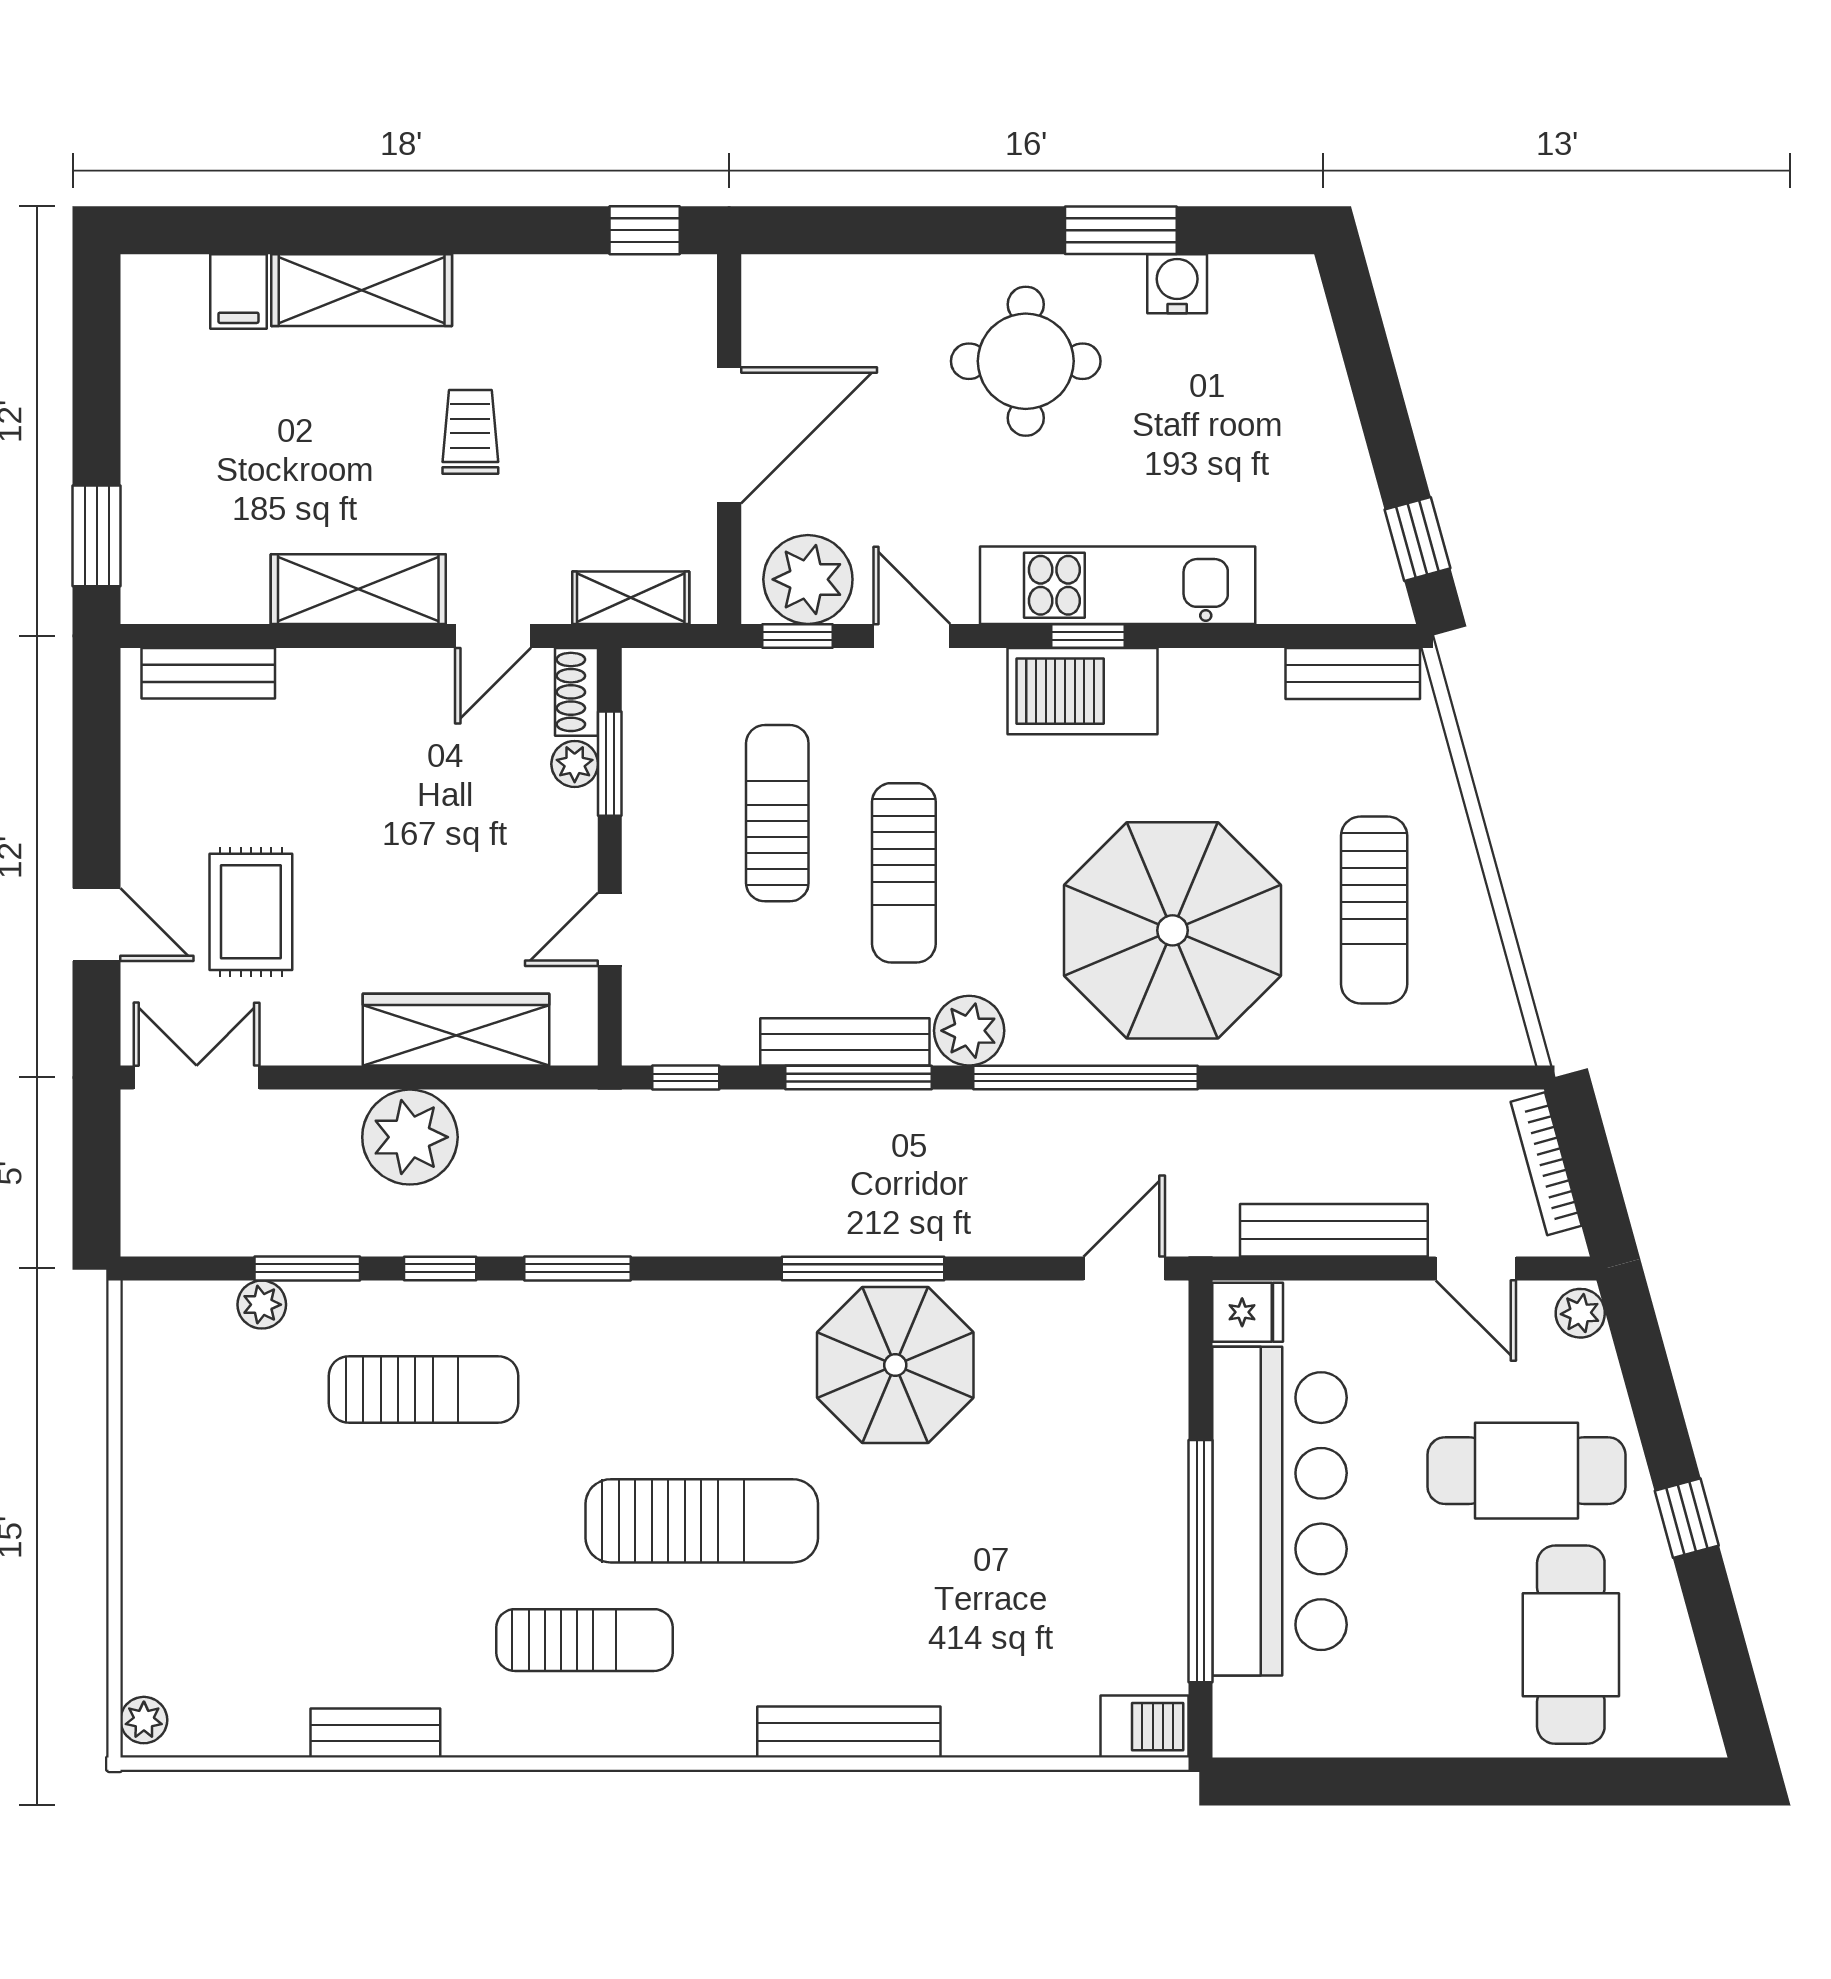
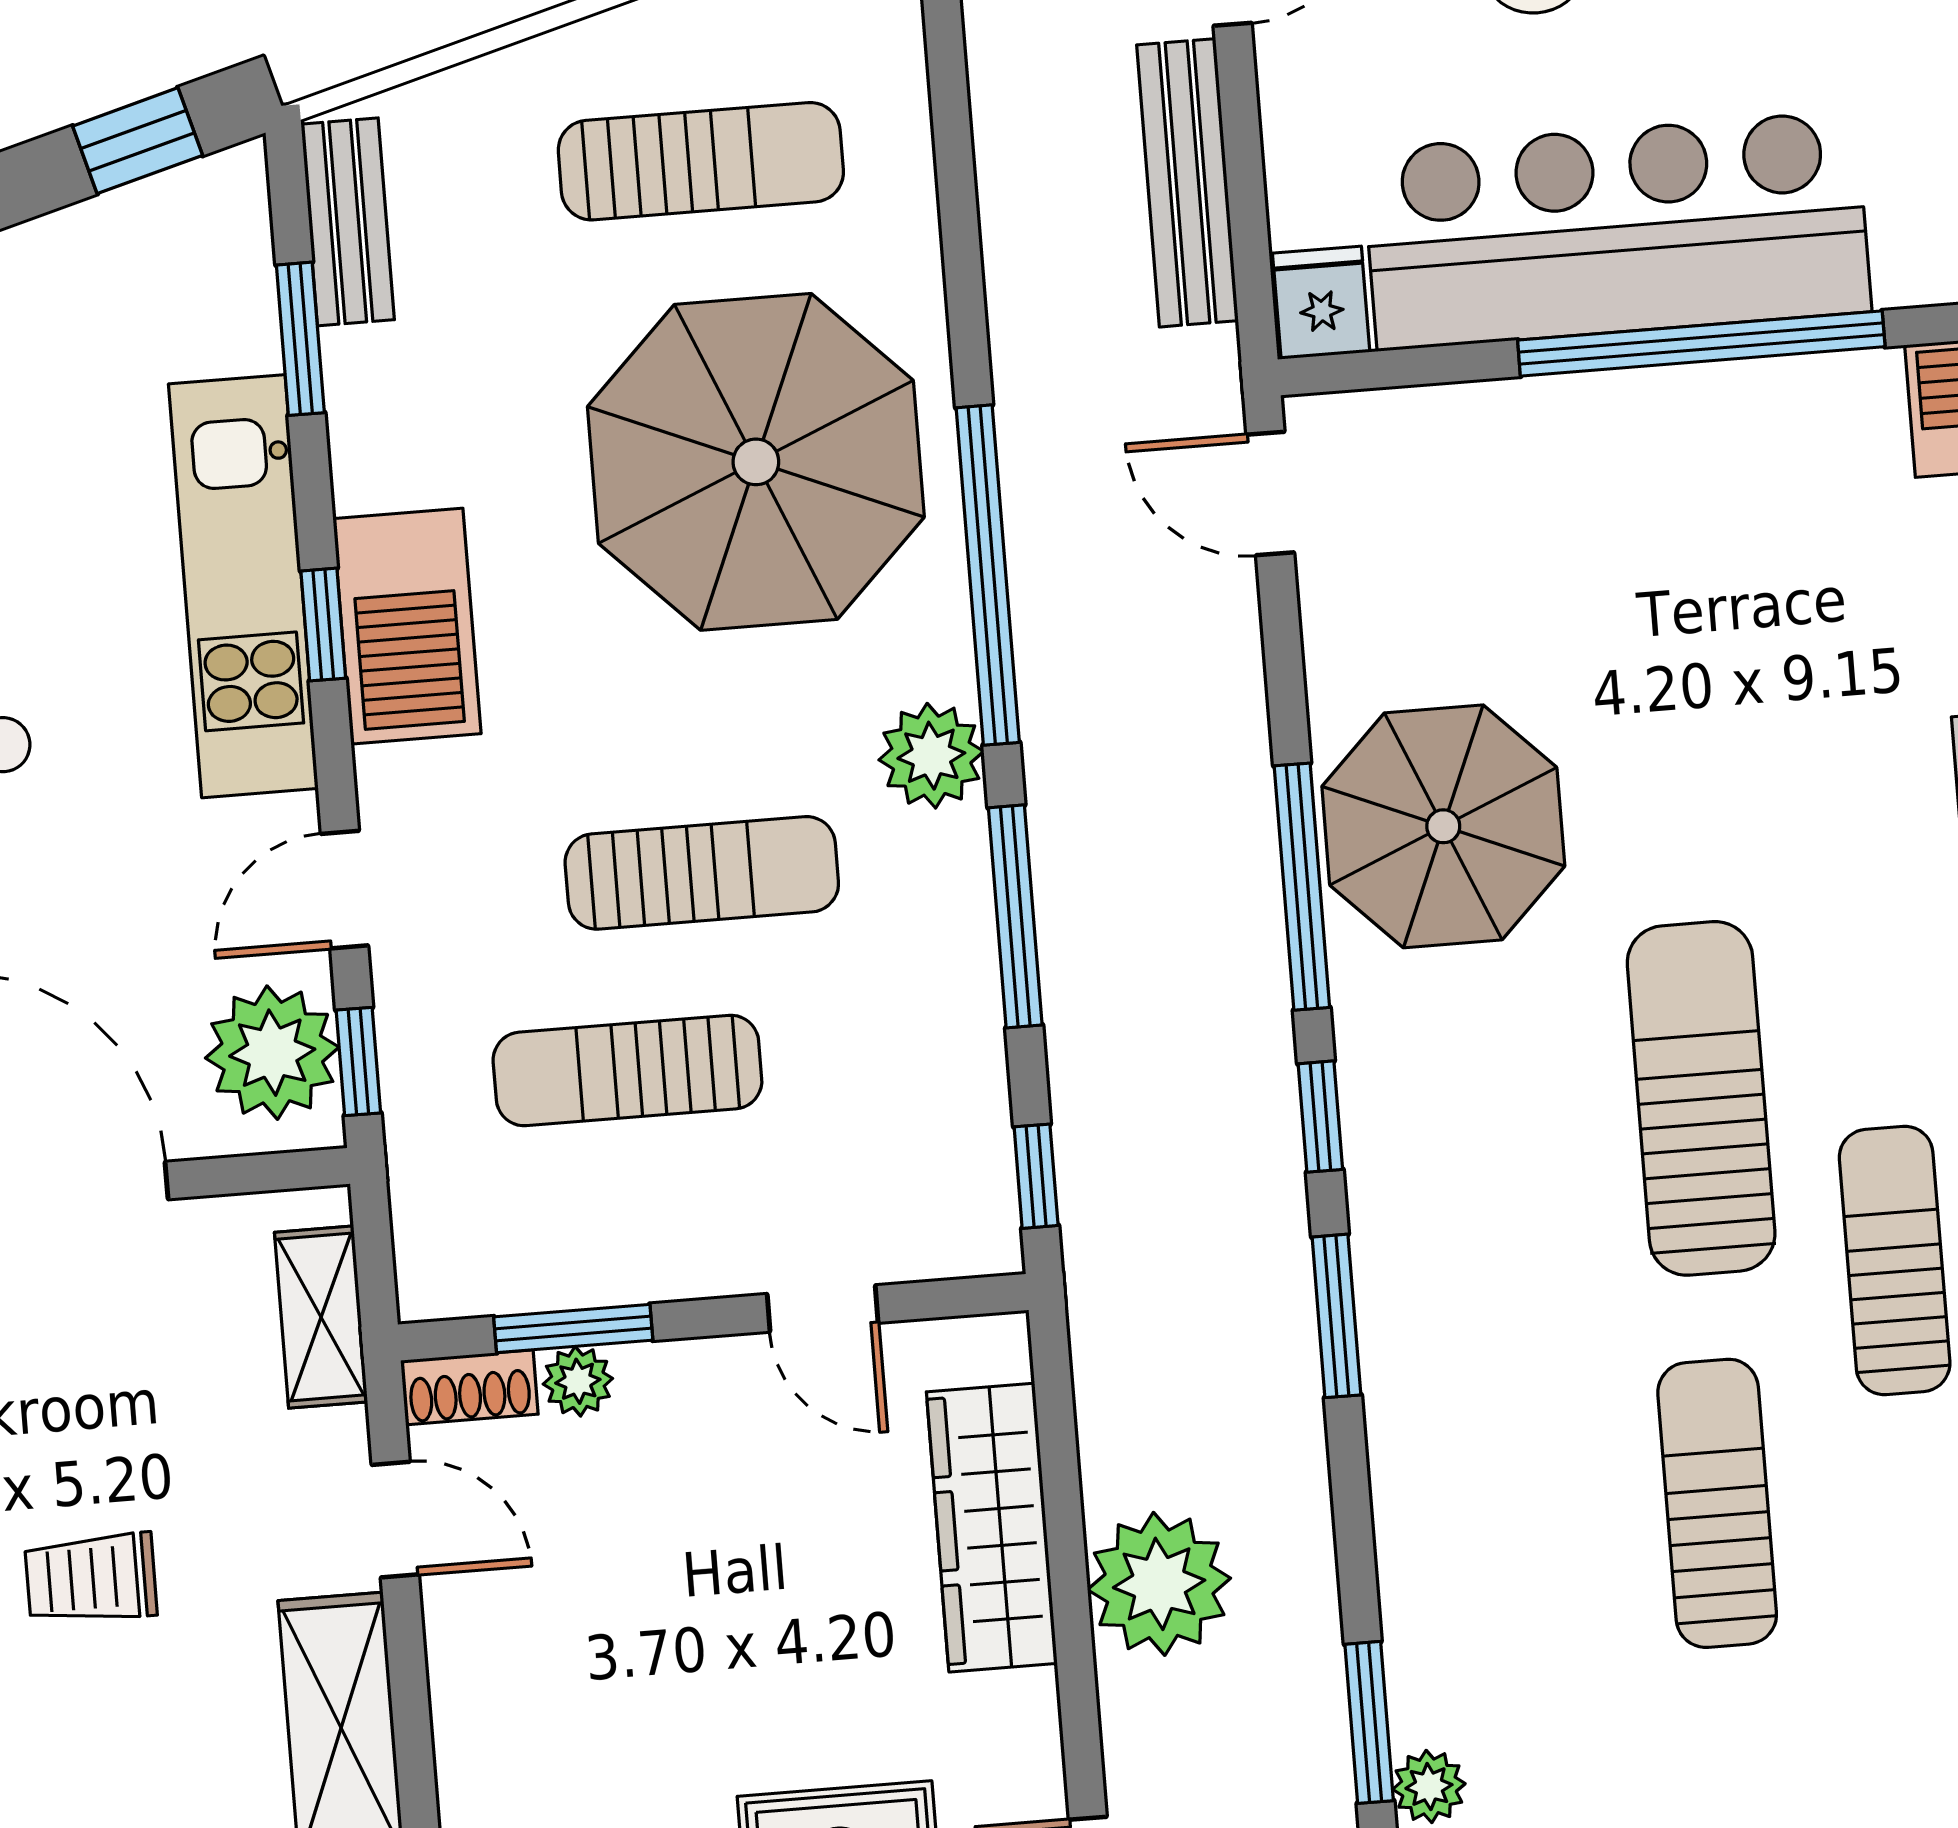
window: (1278, 636) -> (300, 339), added
bench: (845, 1042) -> (963, 941), removed
window: (440, 1268) -> (1320, 1117), moved
sun lounger: (423, 1389) -> (1717, 1503), moved

